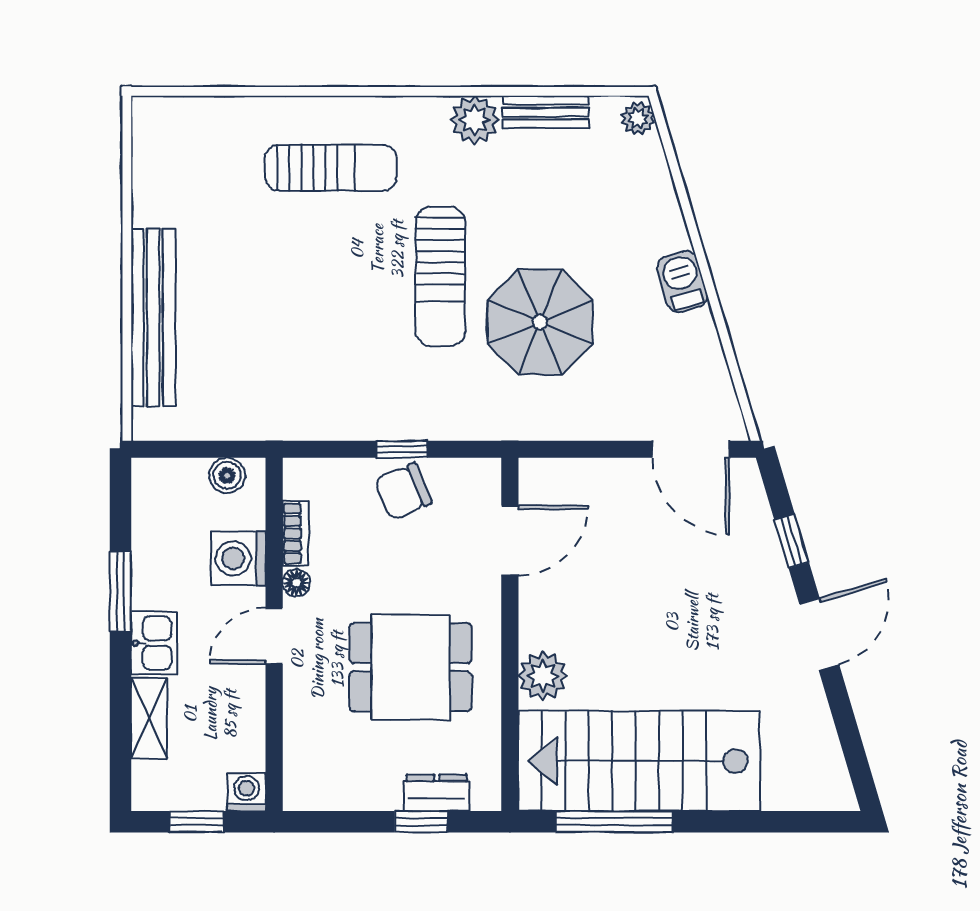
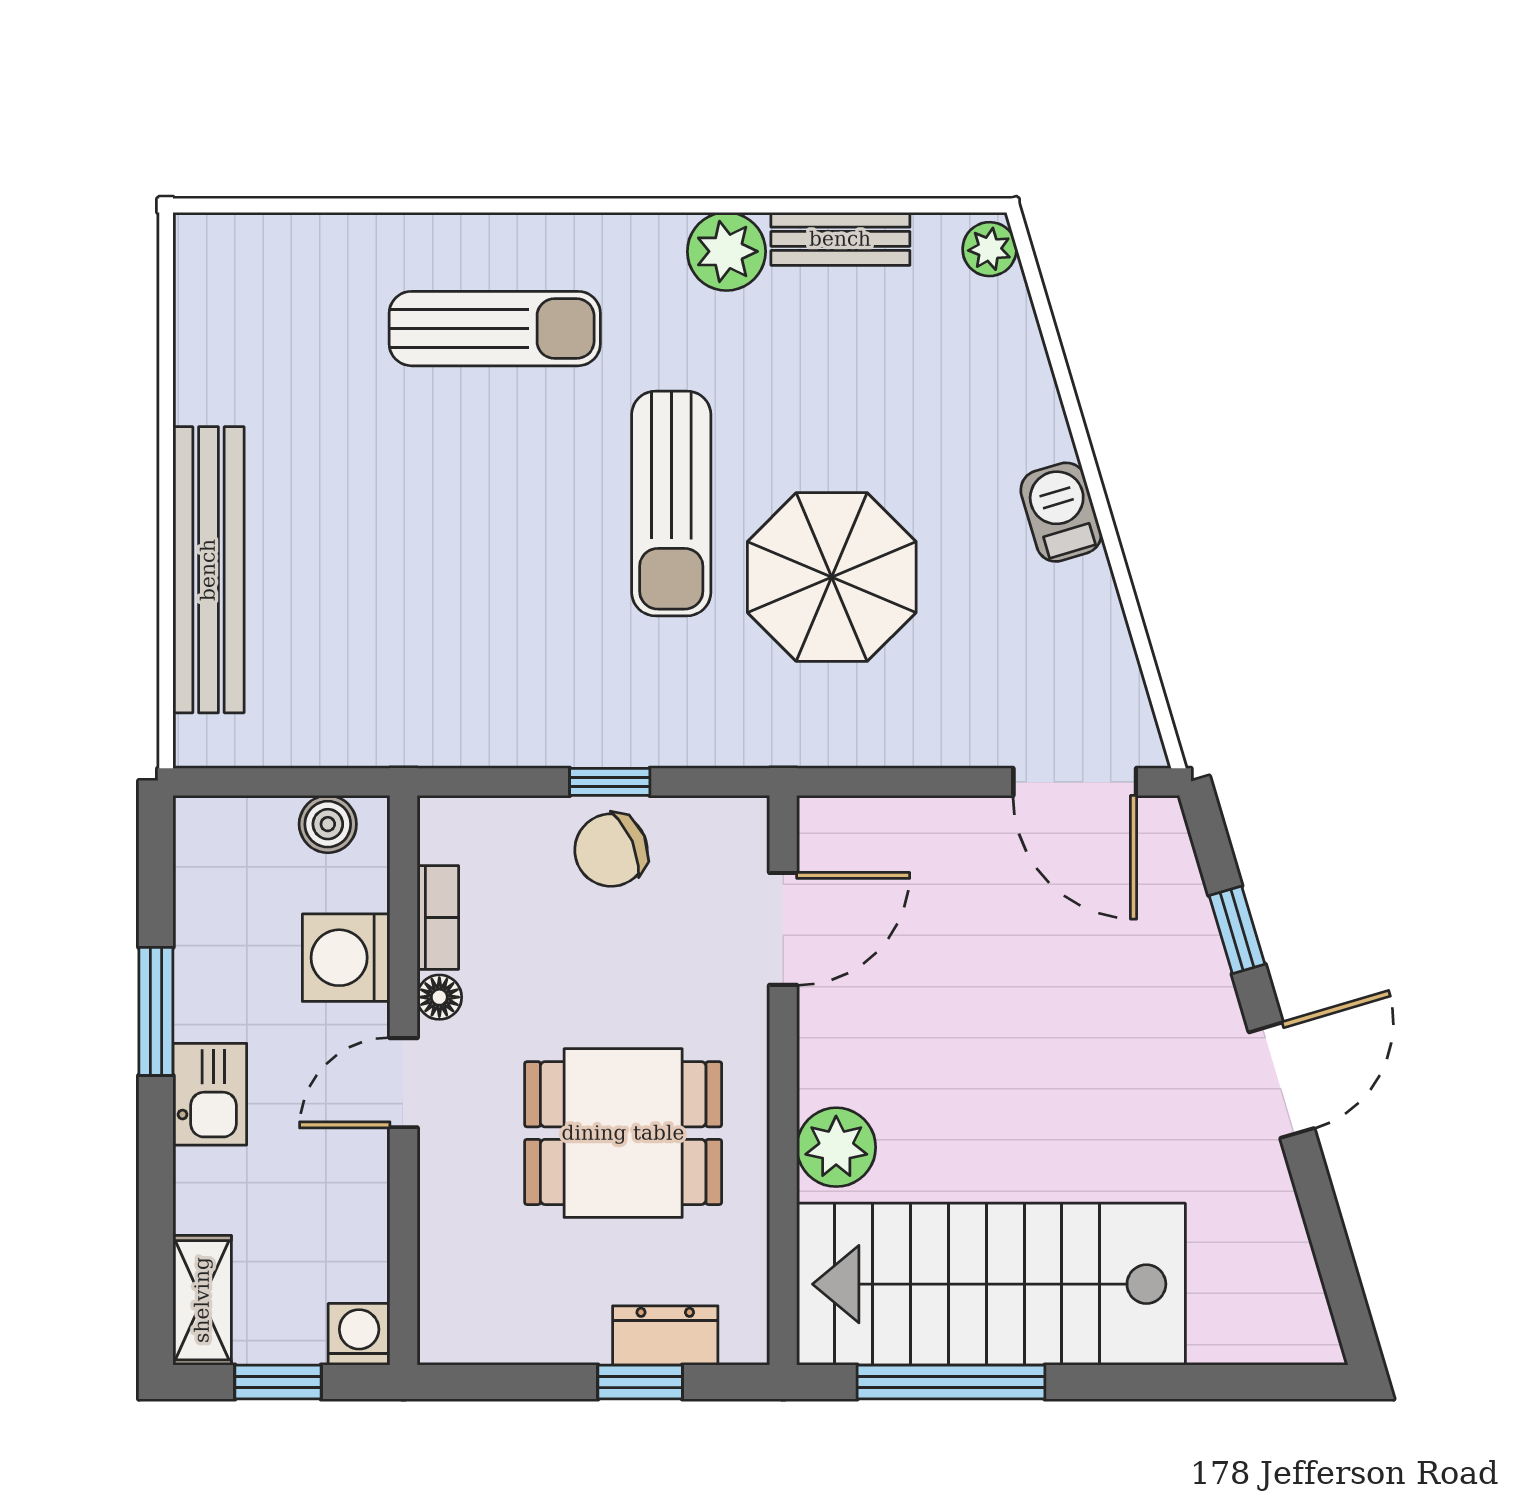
shelving: (149, 718) -> (202, 1300), moved

